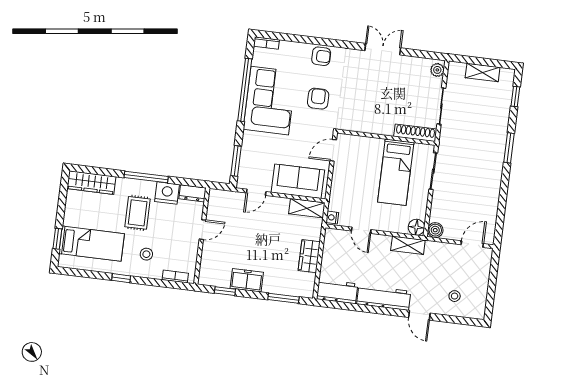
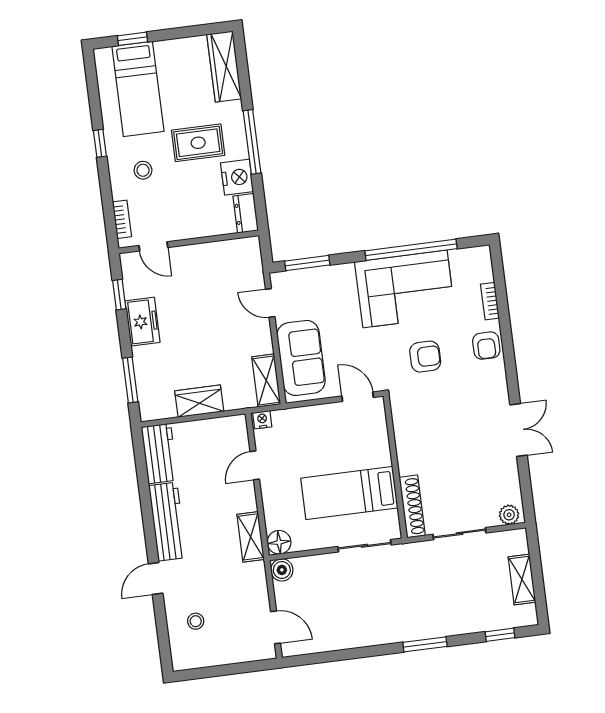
bookcase: (266, 43) -> (490, 301), moved
door: (203, 230) -> (153, 246), moved

